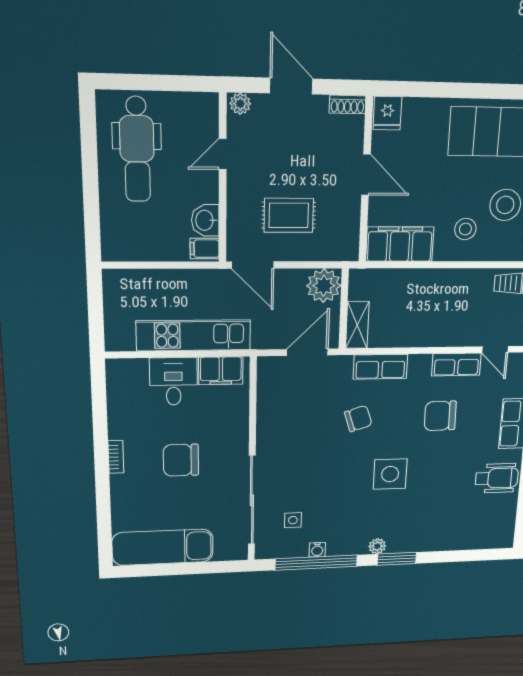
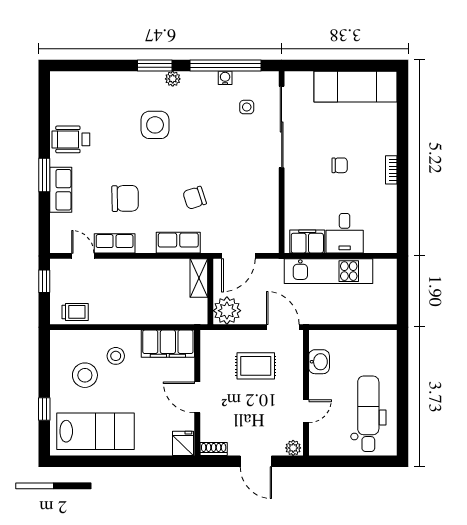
filing cabinet: (205, 249) -> (320, 340), removed
chair: (181, 460) -> (340, 165), width x0.54, depth x0.54
side table: (390, 474) -> (155, 125), moved

